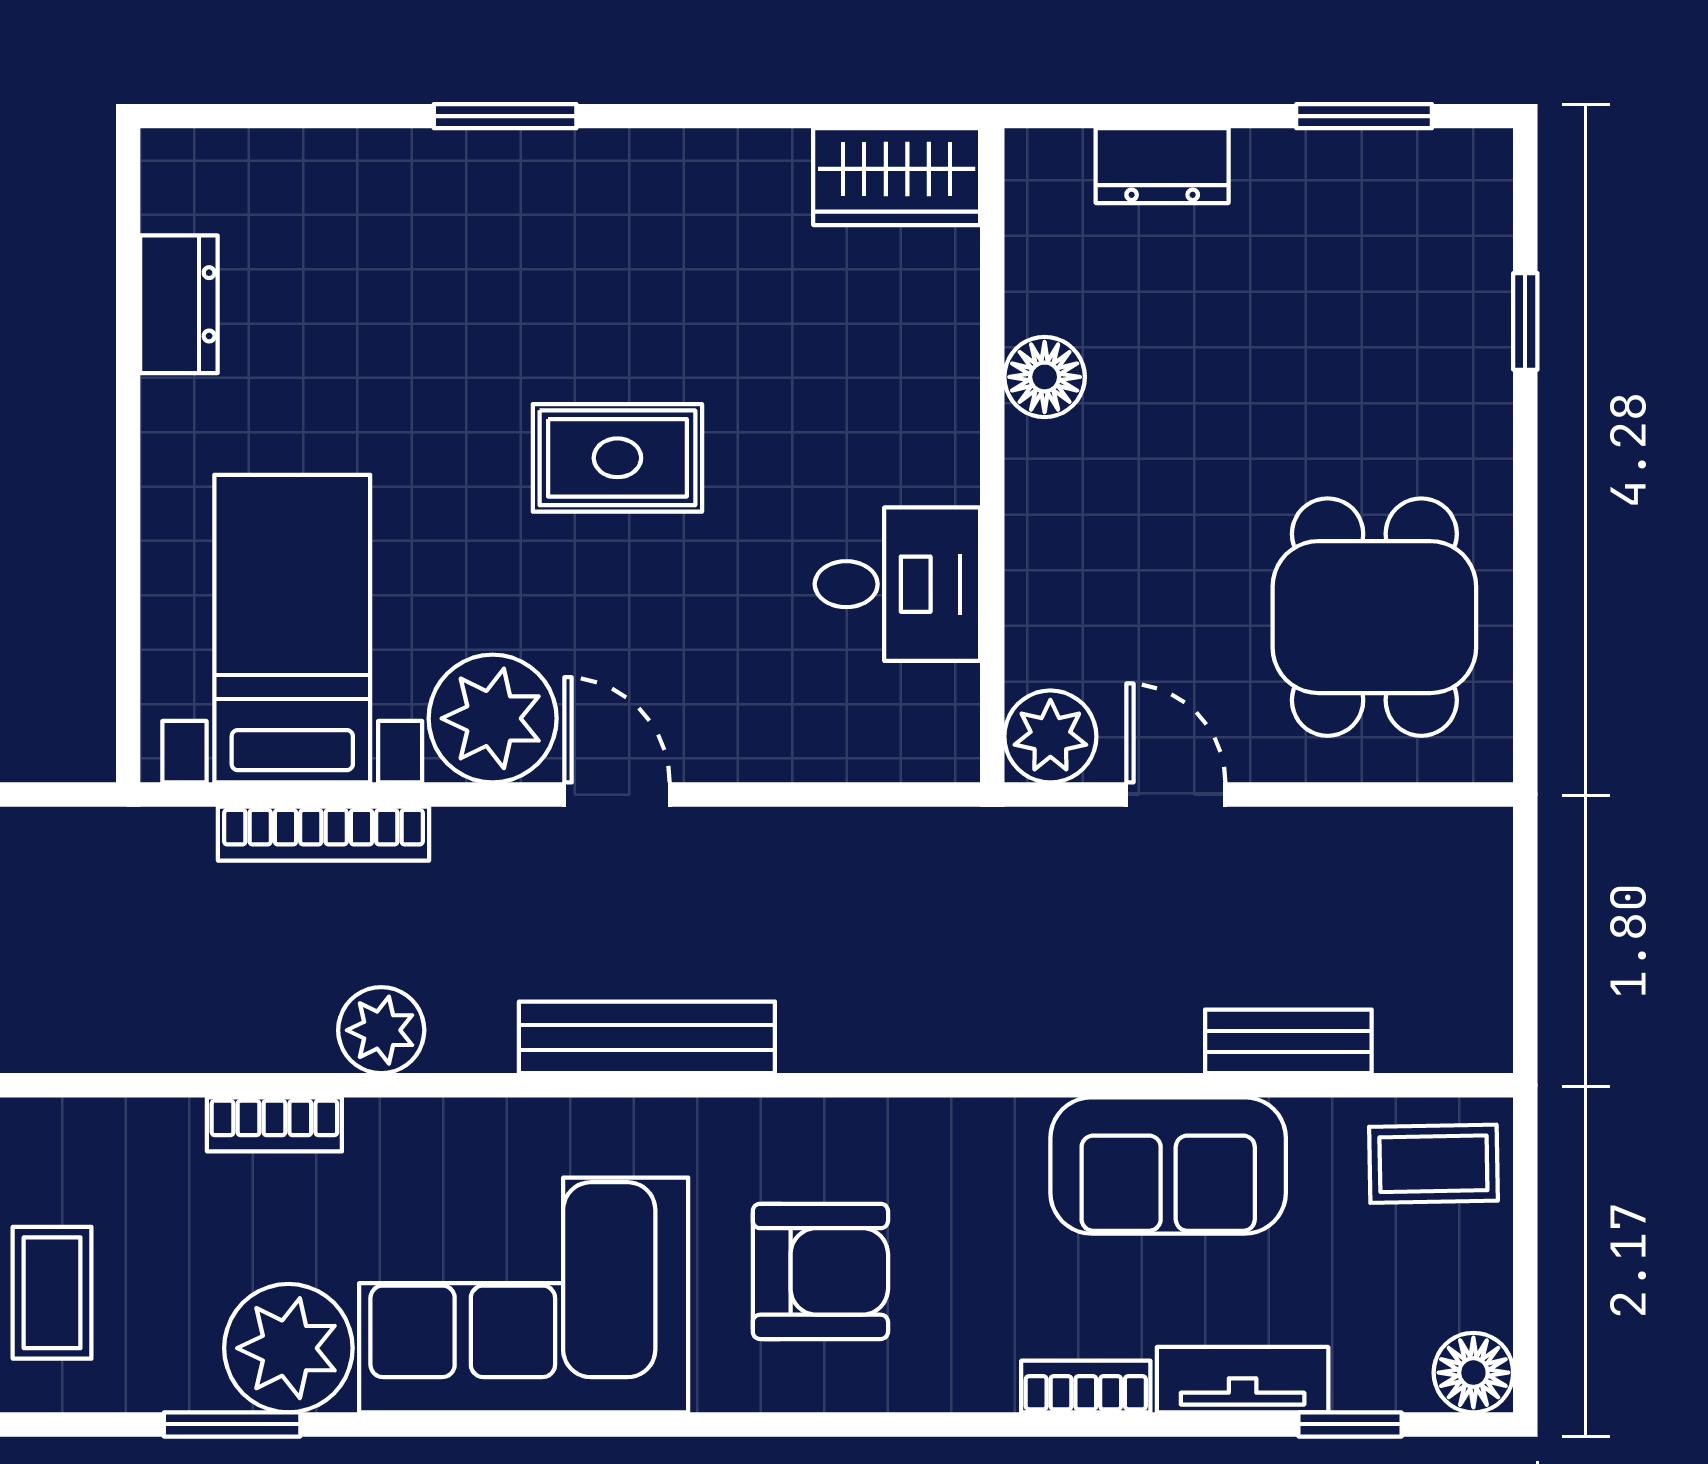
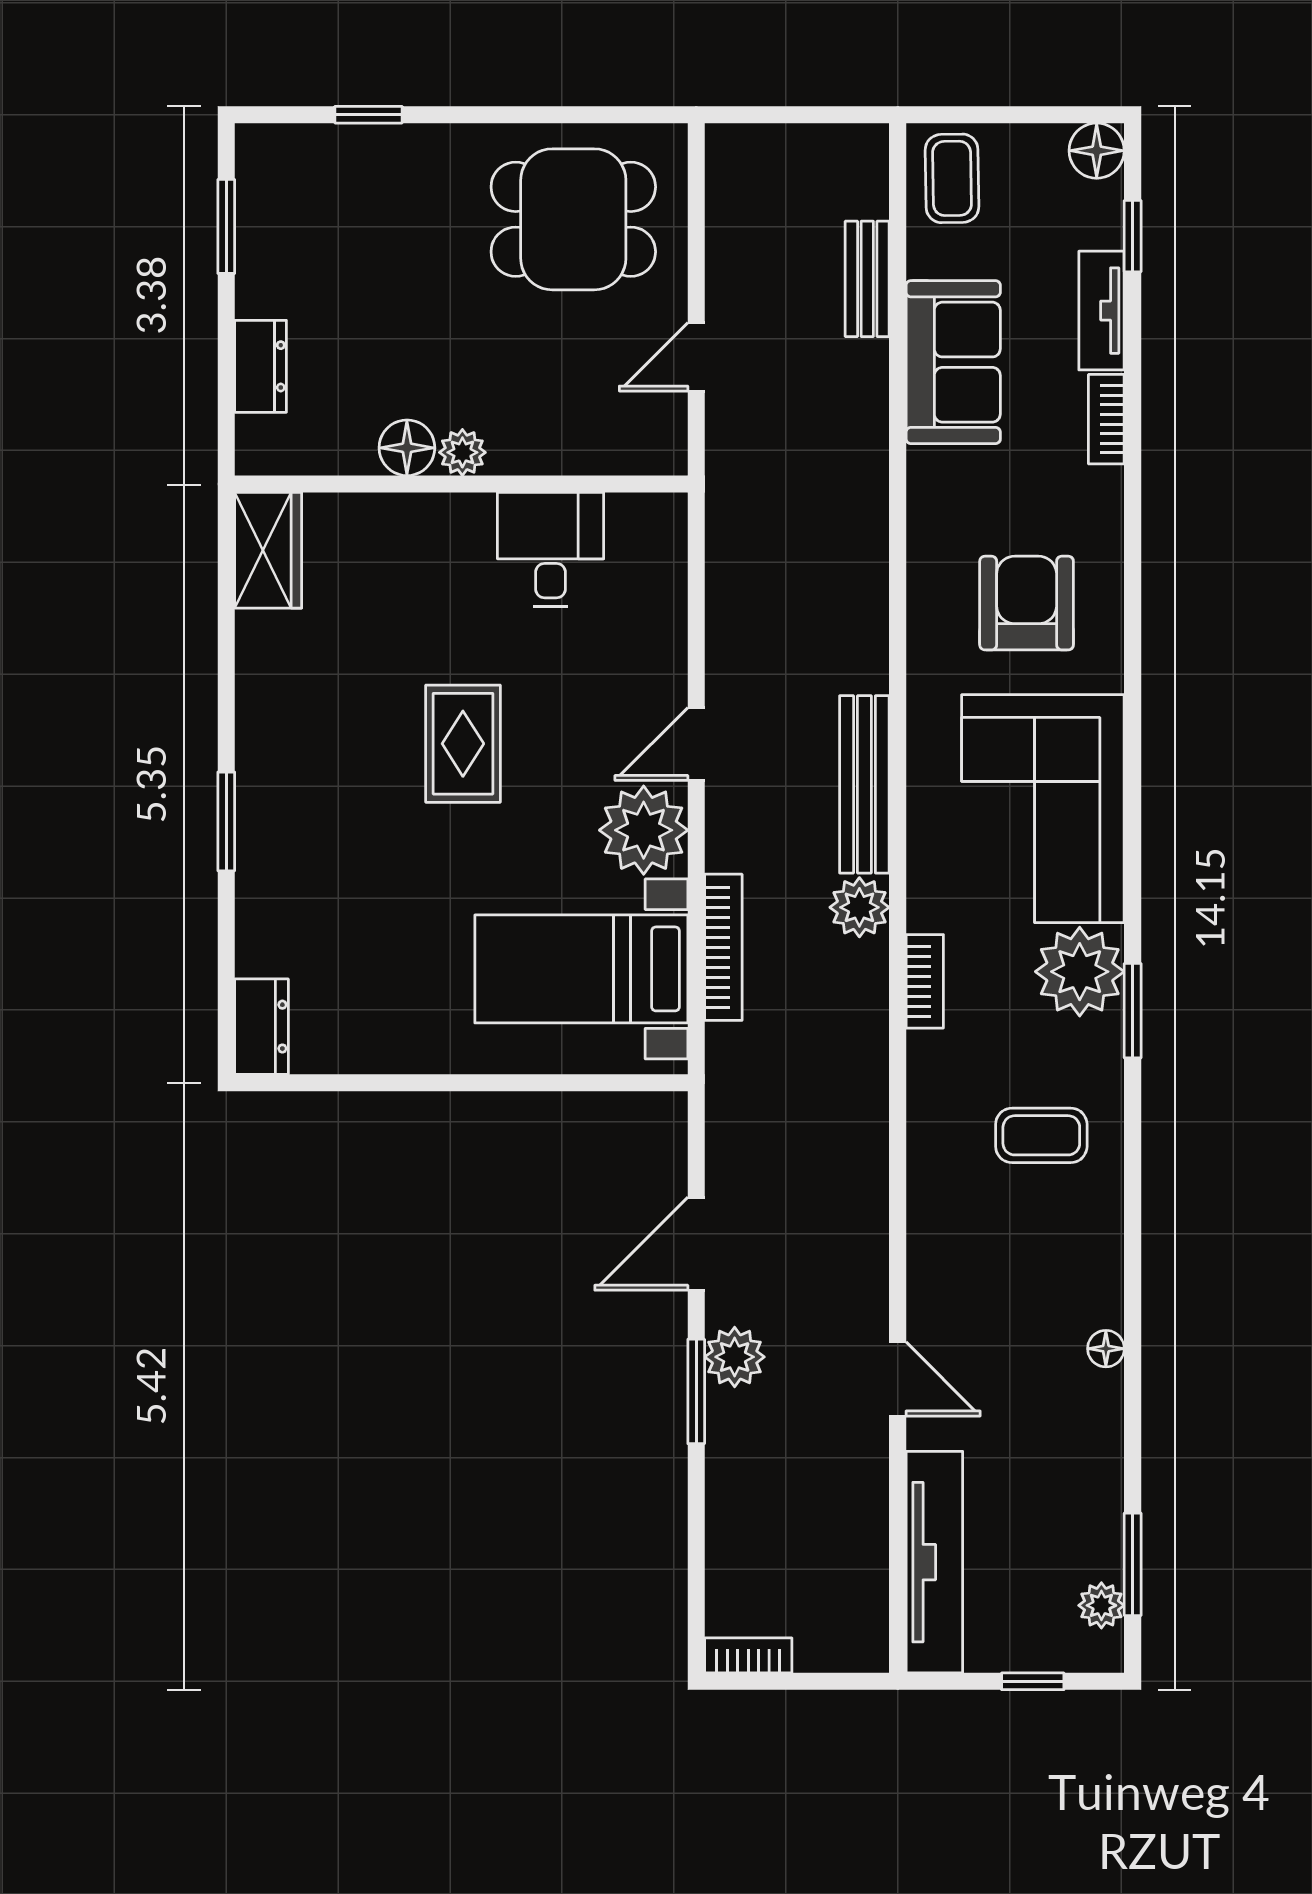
dresser: (179, 304) -> (261, 1027), moved, turned 90
plant: (1050, 736) -> (462, 452), moved, width x0.73, depth x0.73
bench: (647, 1037) -> (864, 784), moved

